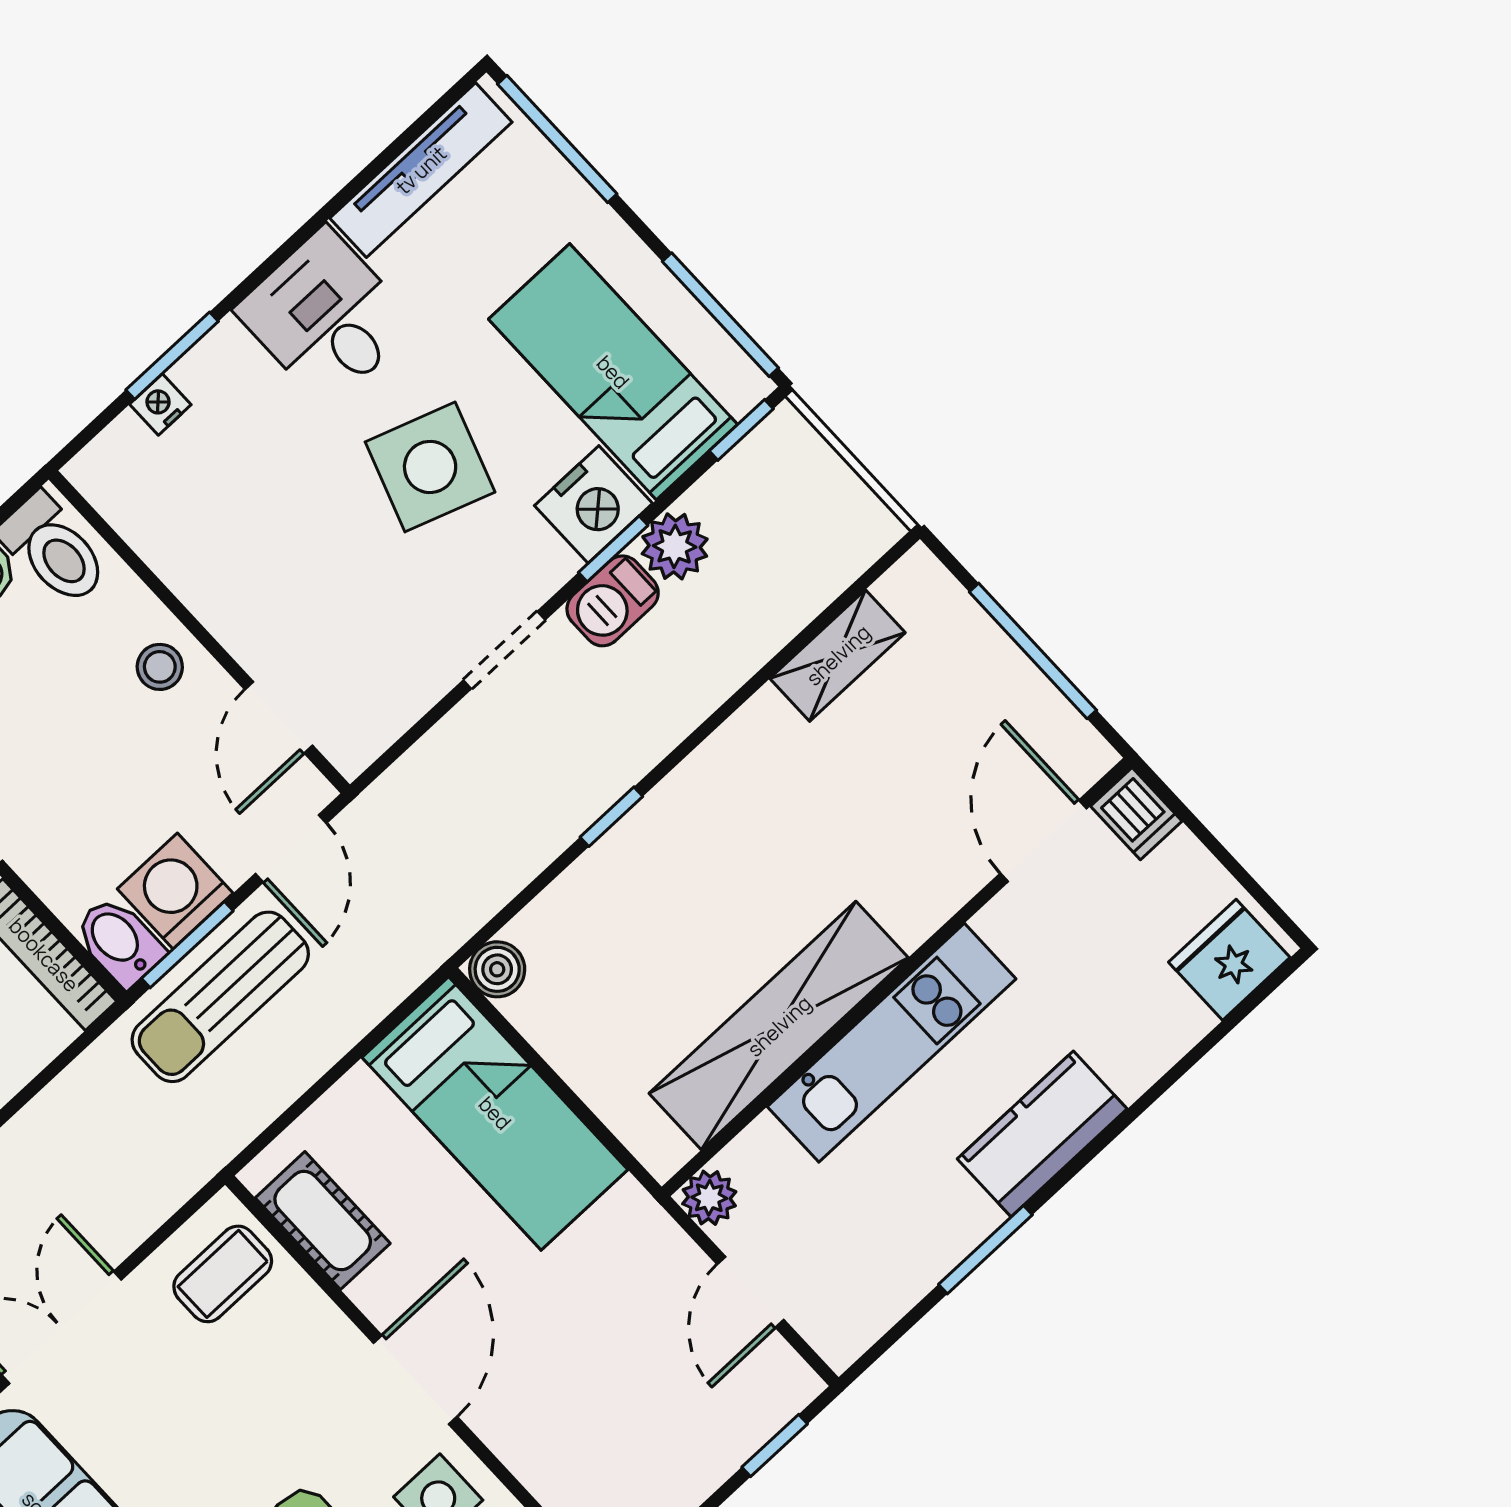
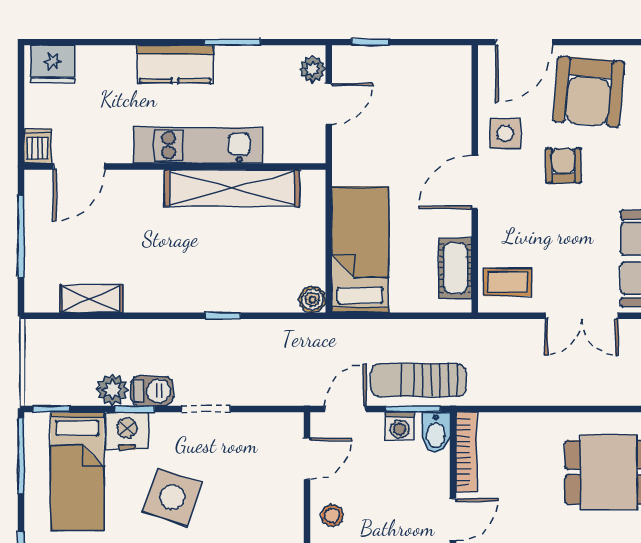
washing machine: (175, 891) -> (400, 426), width x0.73, depth x0.73
sun lounger: (220, 997) -> (418, 380), turned 180
plant: (709, 1198) -> (312, 69), moved

